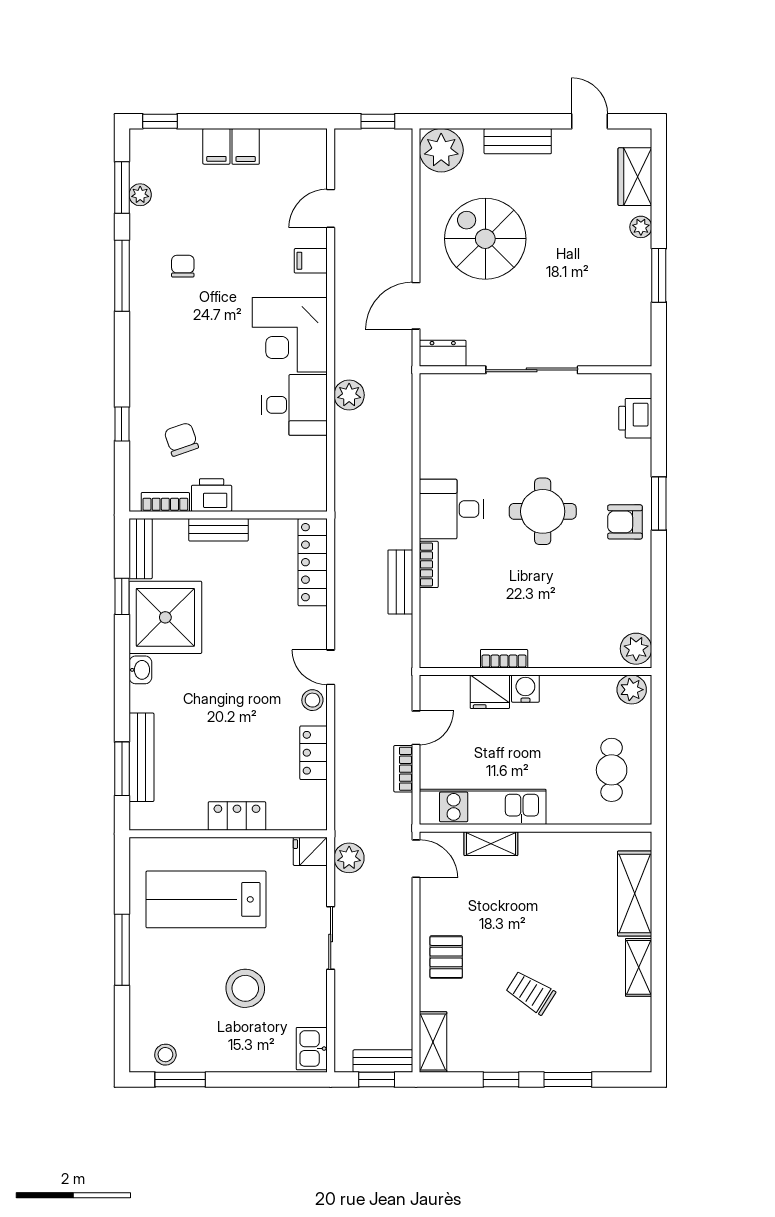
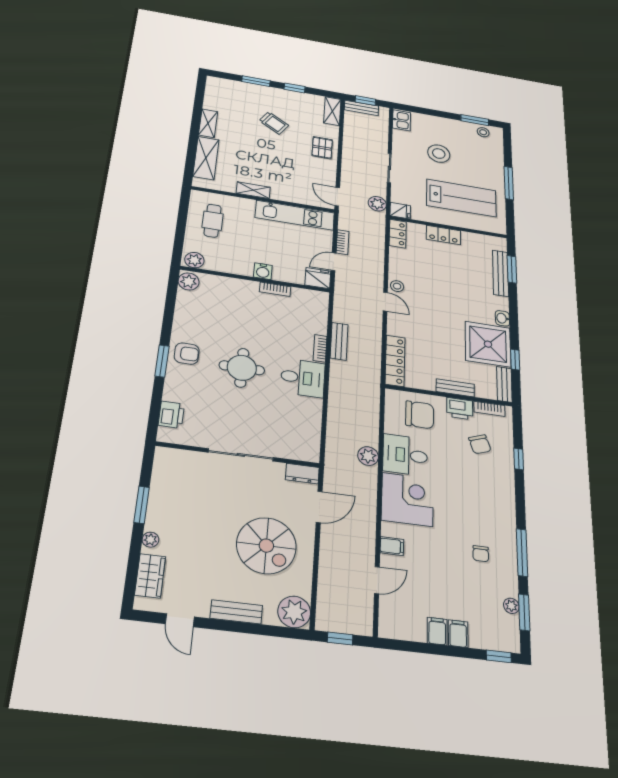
chair: (273, 475) -> (420, 415), added
fridge: (490, 692) -> (318, 278), moved
locker: (314, 753) -> (398, 234), moved
shelving: (491, 844) -> (253, 190), moved

